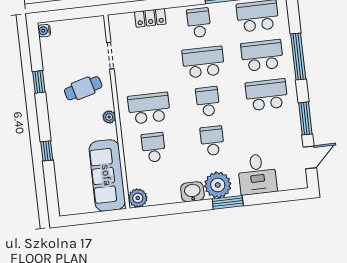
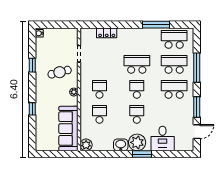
school desk: (199, 23) -> (137, 39), removed
school desk: (149, 108) -> (99, 89), width x0.54

